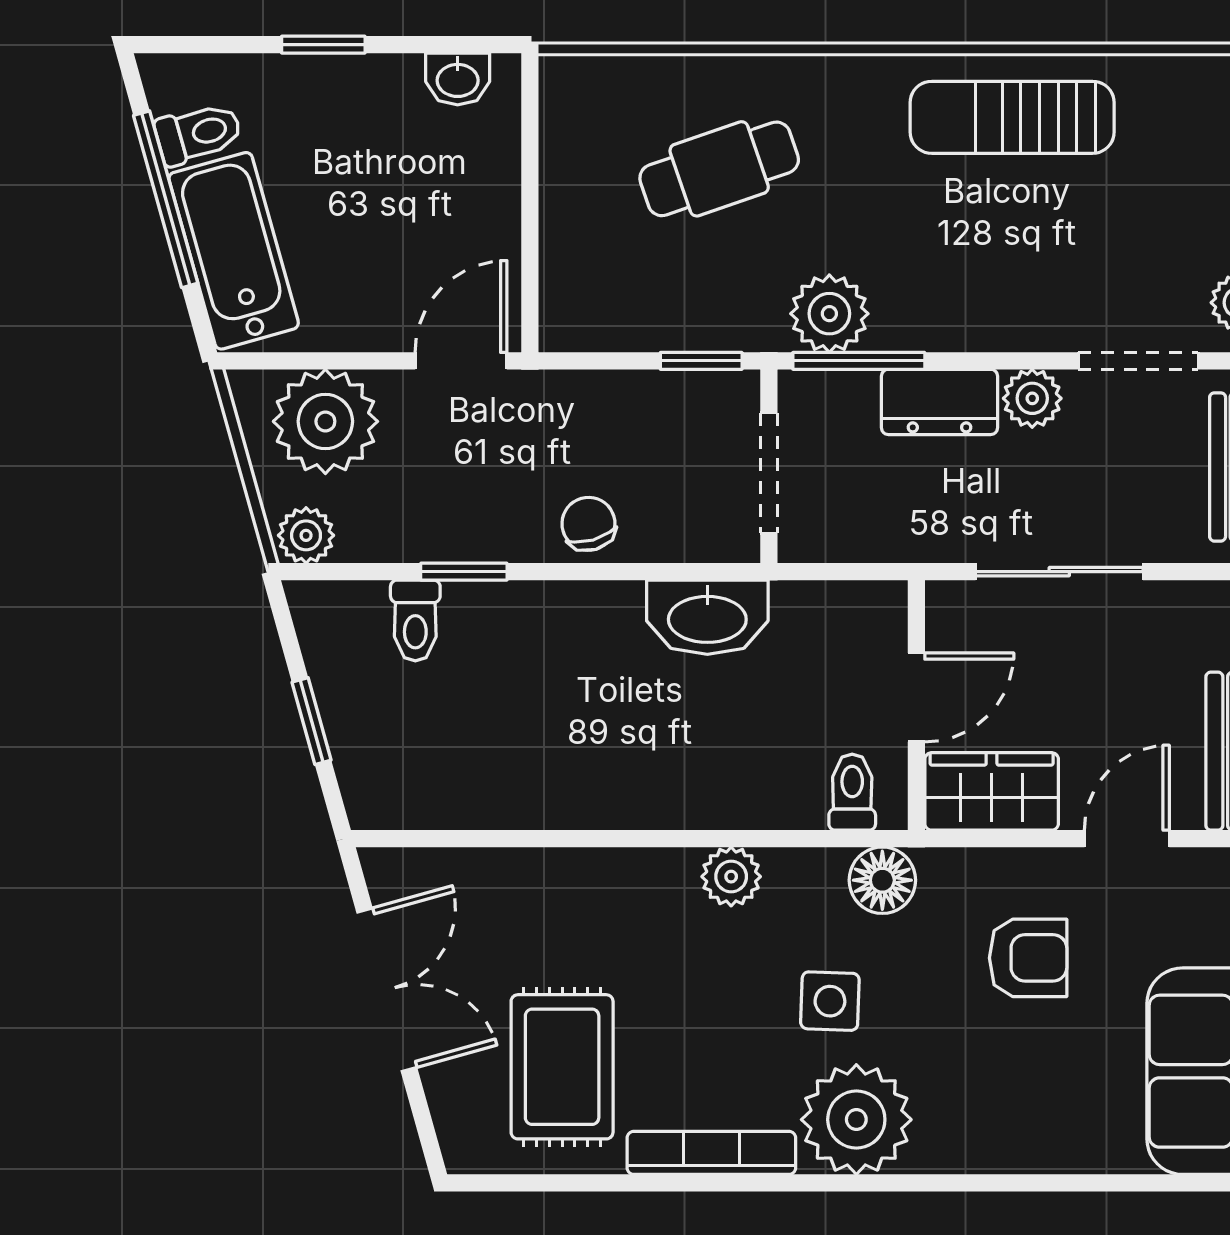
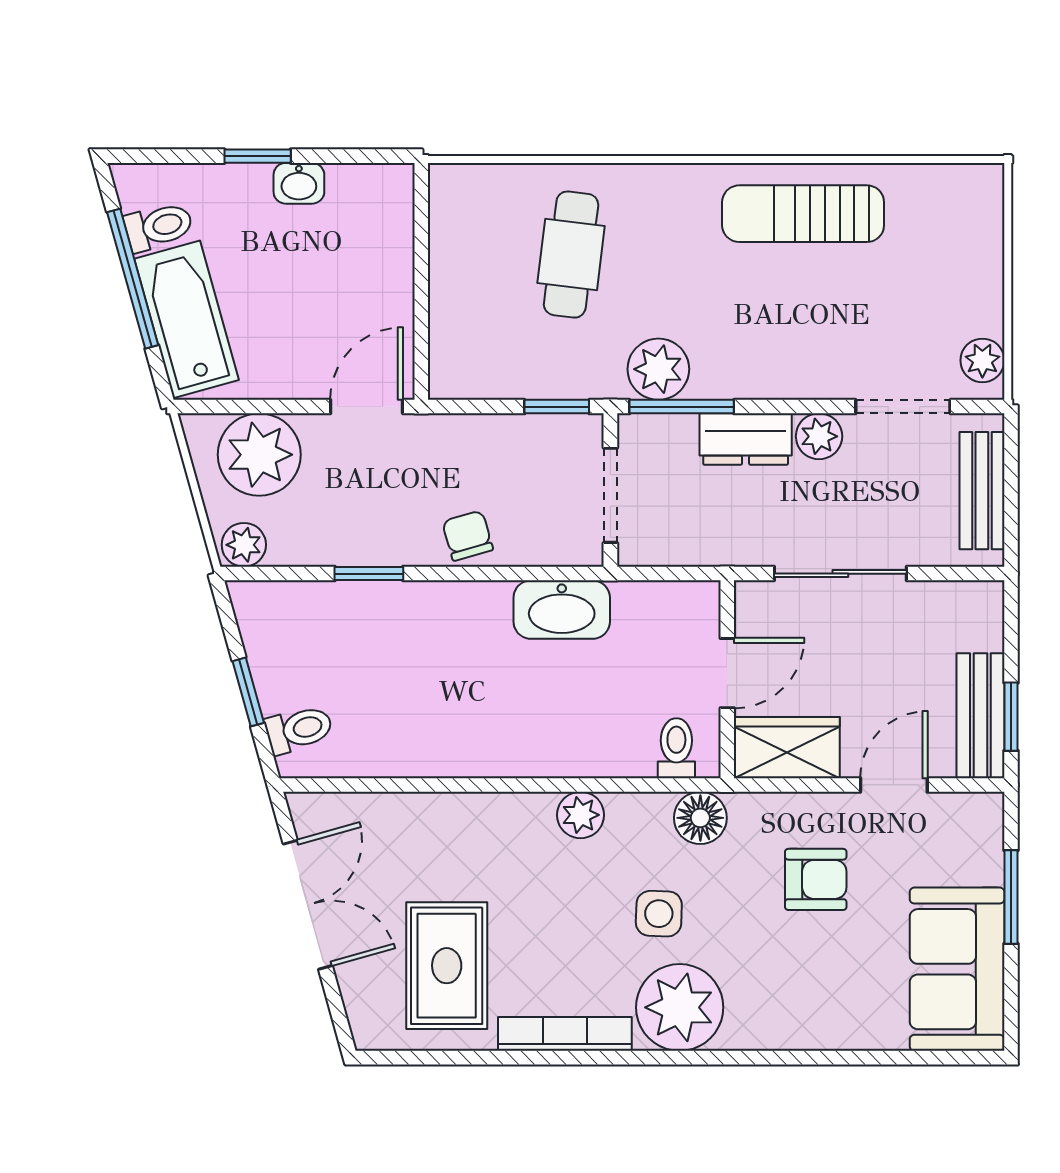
washbasin: (458, 79) -> (299, 183), moved
cafe table: (719, 169) -> (571, 255), turned -64
toilet: (415, 620) -> (299, 729), moved, turned -106

